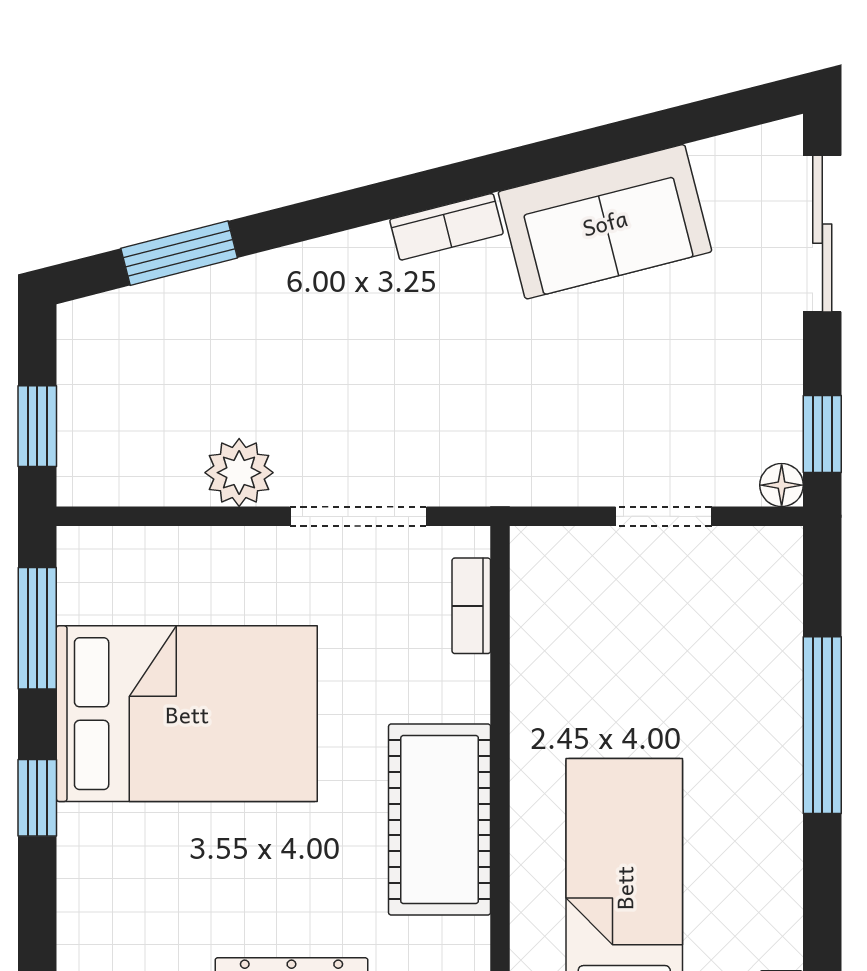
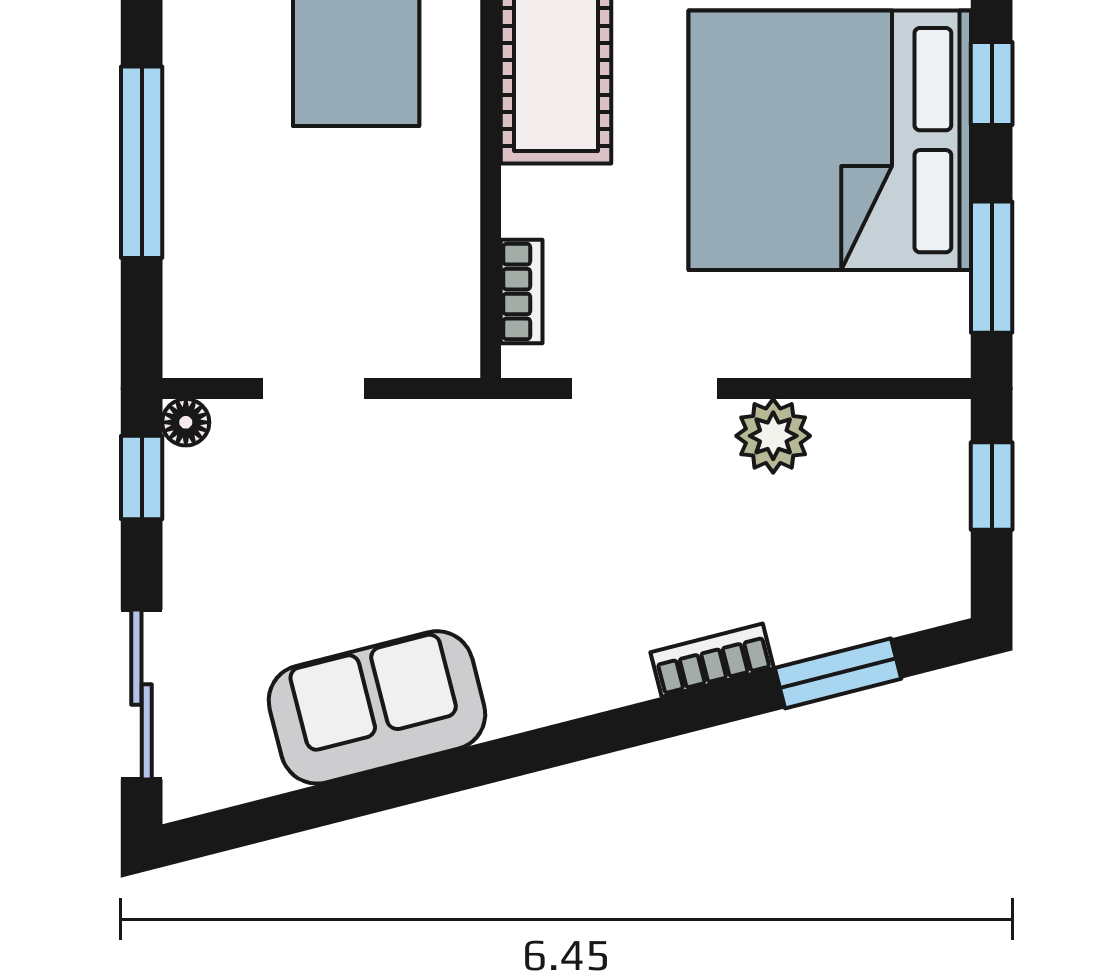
bookcase: (446, 227) -> (712, 660), moved
bed: (187, 714) -> (830, 140), width x1.36

